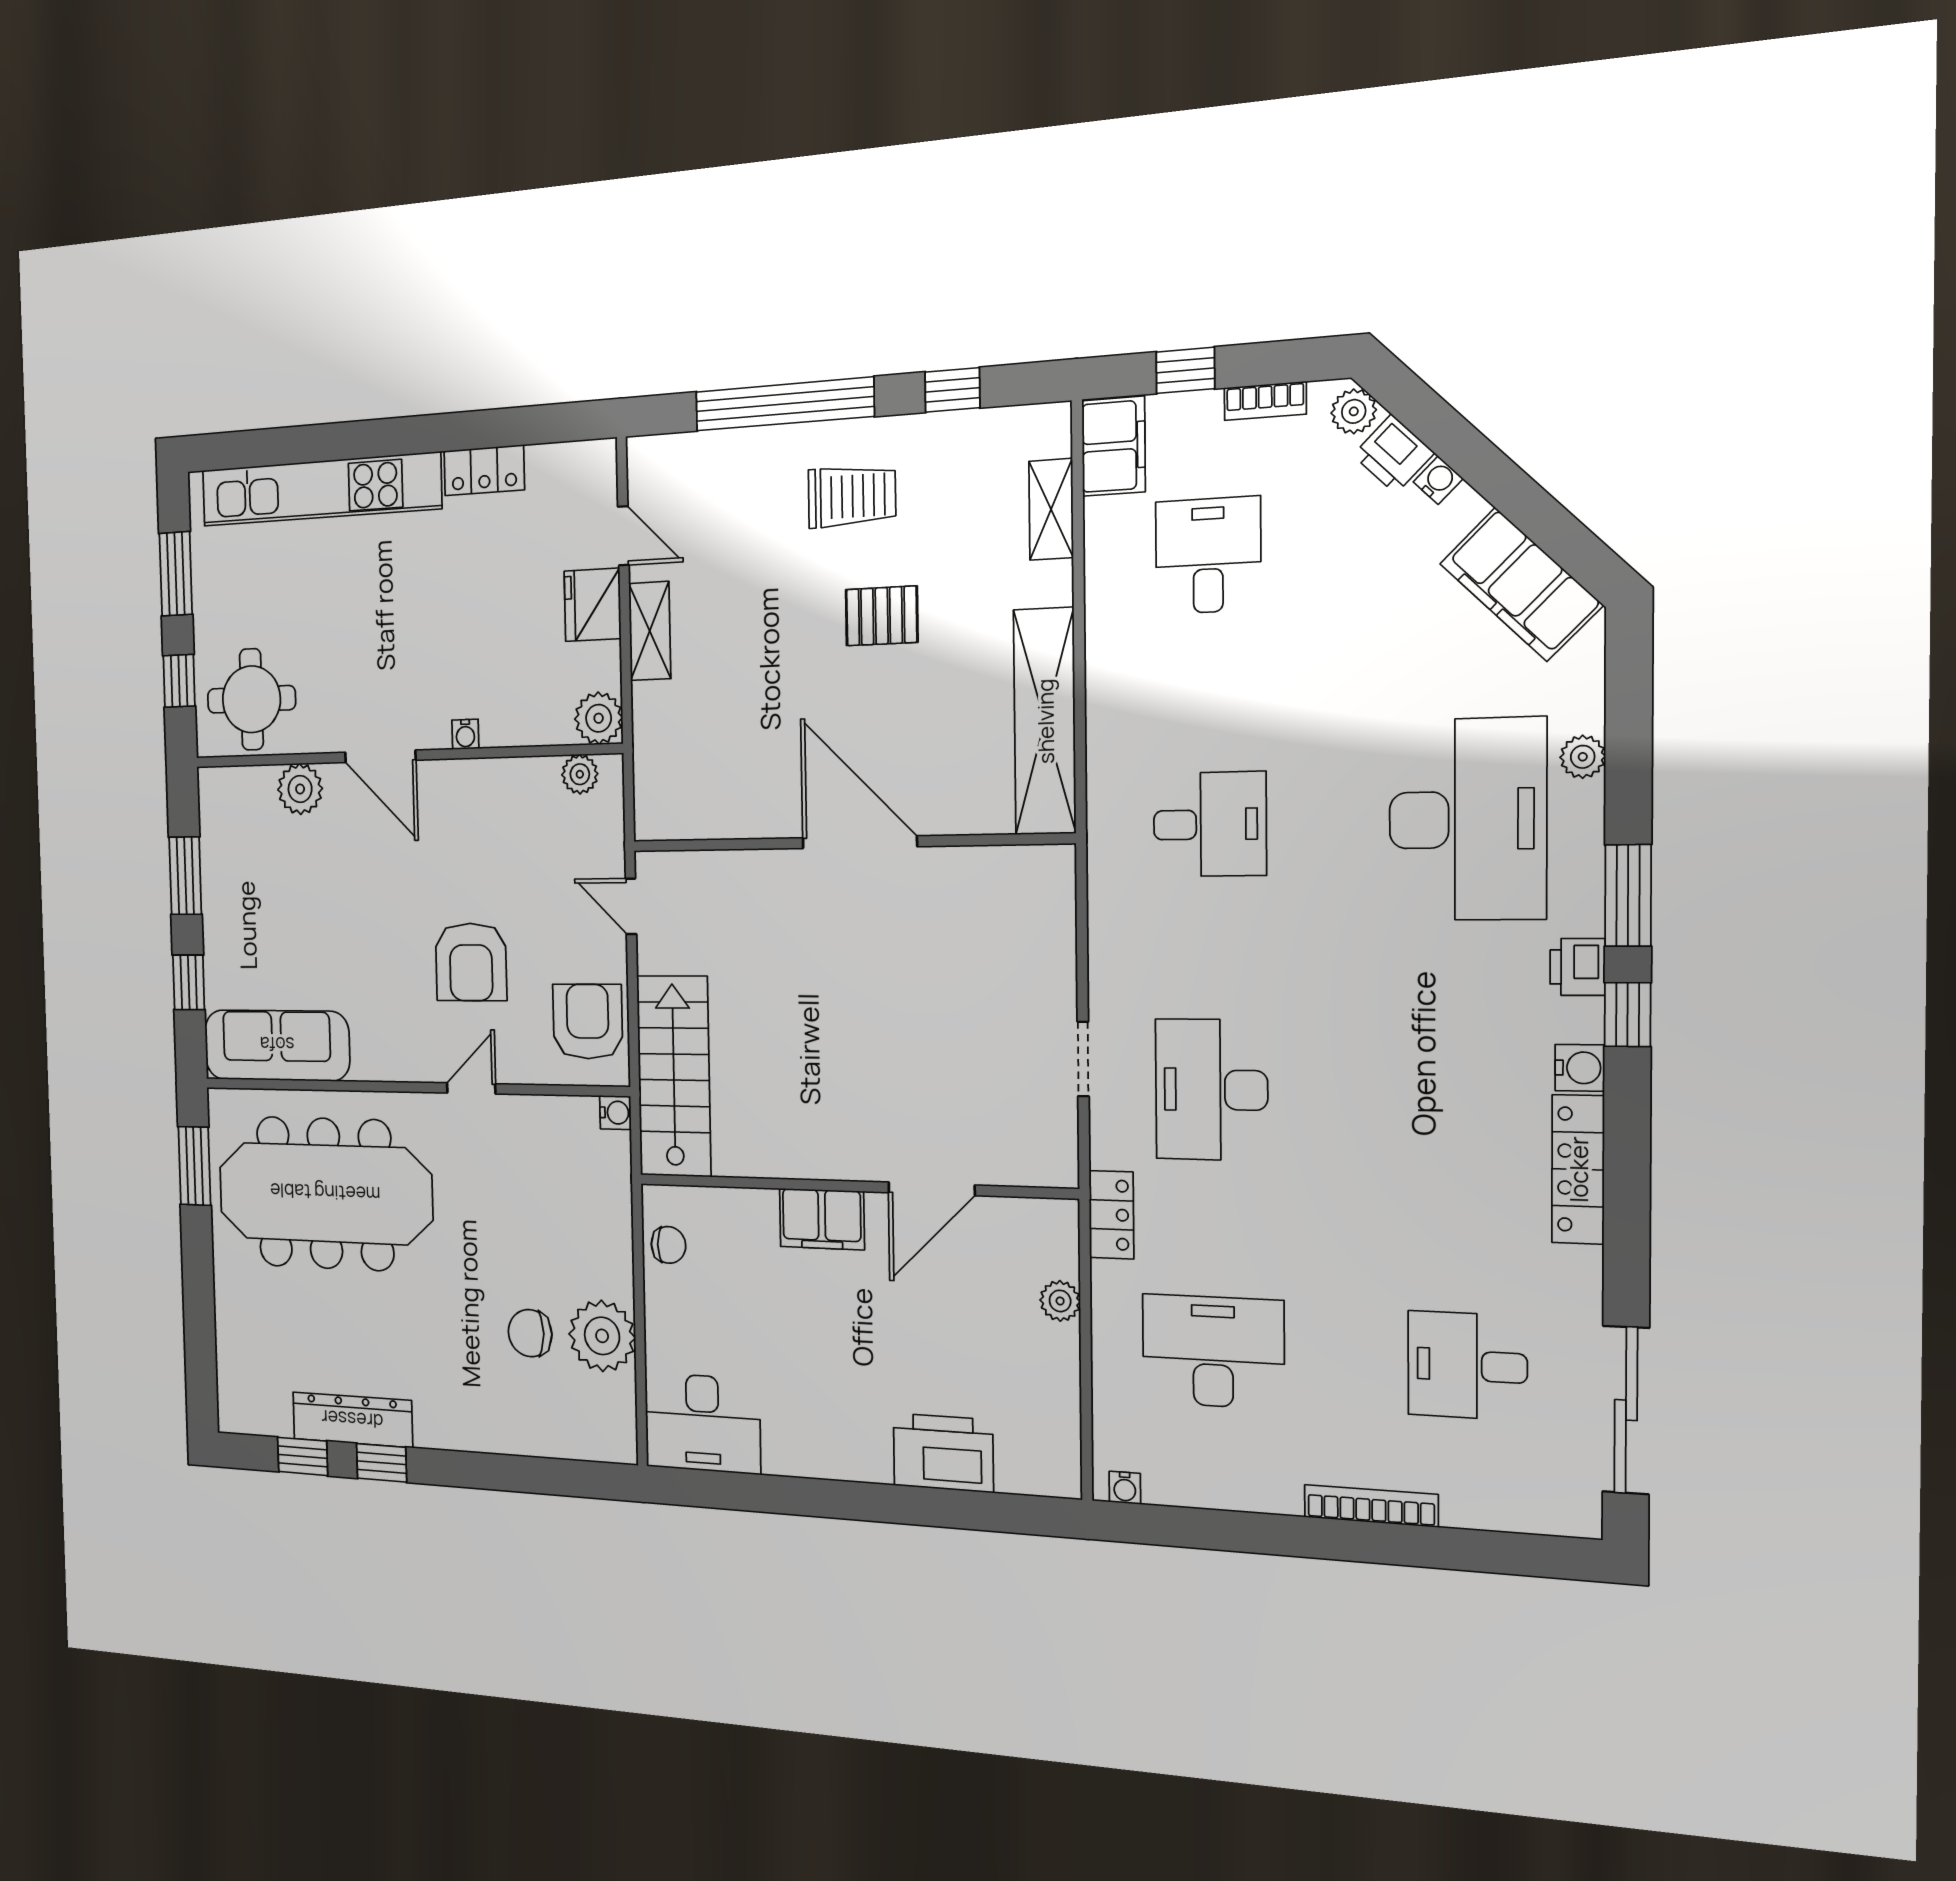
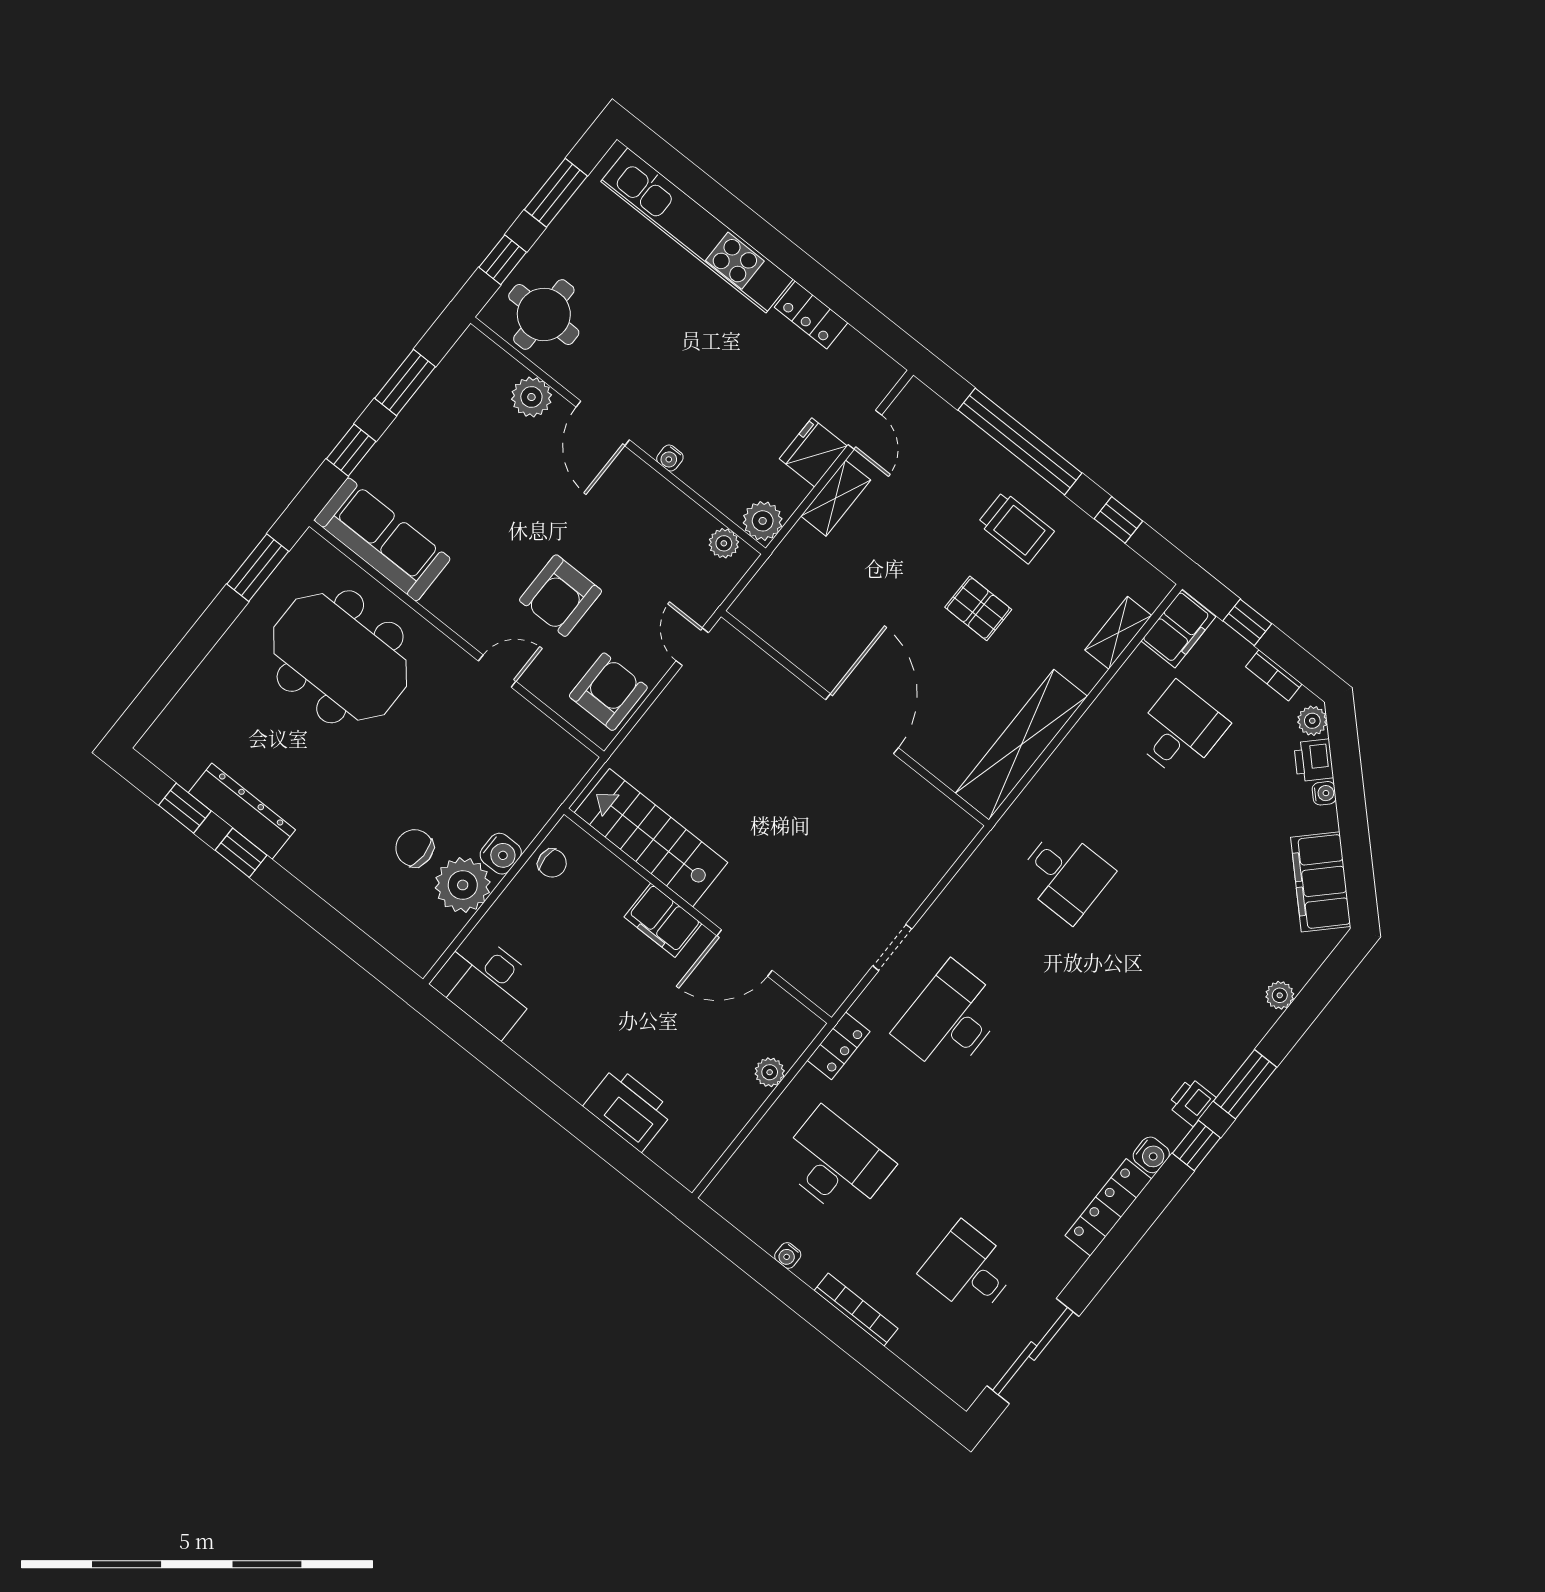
desk: (1467, 819) -> (1198, 981), removed
stairs: (674, 1076) -> (651, 838), moved, turned -90
water cooler: (615, 1113) -> (501, 854), moved, width x1.38, depth x1.38
meeting table: (325, 1193) -> (340, 657), width x0.73
water cooler: (1125, 1488) -> (788, 1255), moved

